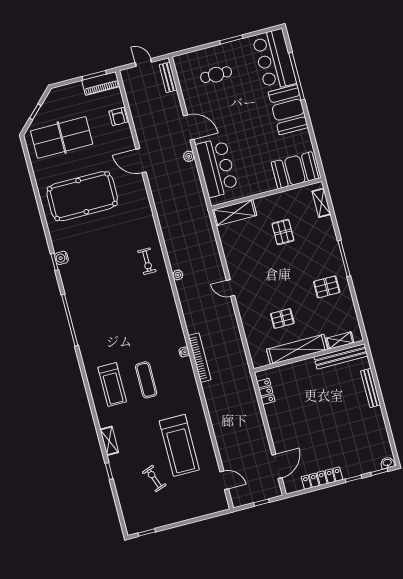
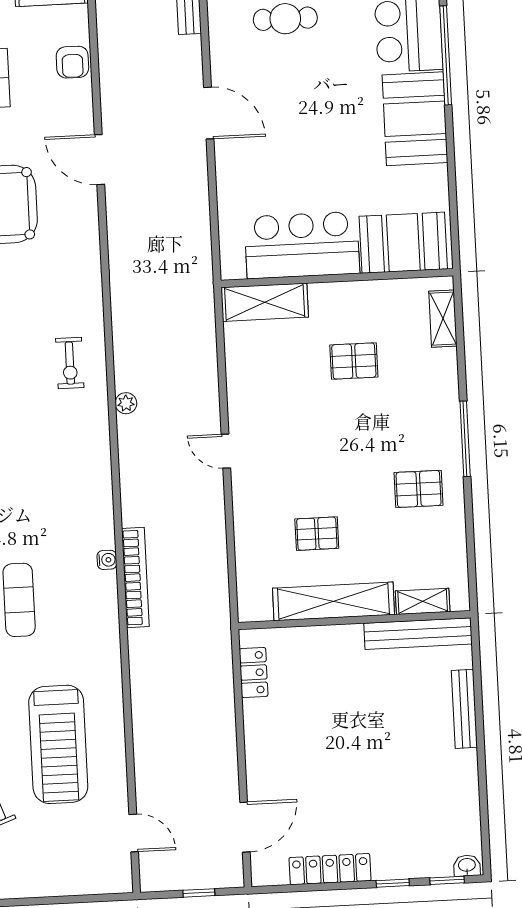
plant: (189, 156) -> (197, 171), removed
bar counter: (217, 168) -> (302, 245), moved, turned -90
pallet: (283, 232) -> (354, 361), turned 90

